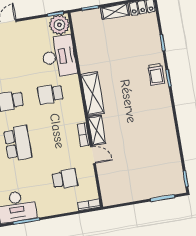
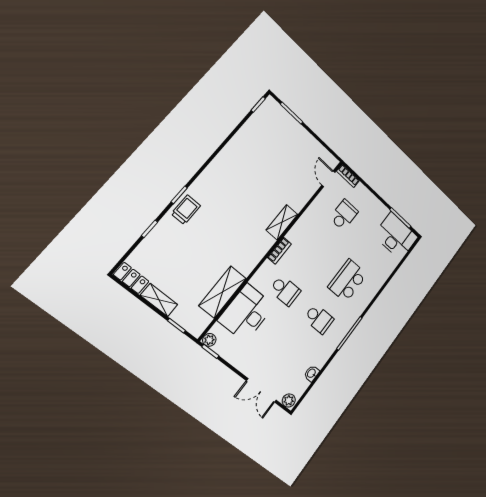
plant: (59, 25) -> (209, 340), width x0.53, depth x0.53
shelving: (93, 94) -> (223, 292), moved
bookcase: (84, 135) -> (279, 251), moved
door: (93, 155) -> (328, 179), moved
school desk: (65, 179) -> (344, 215), turned 90

